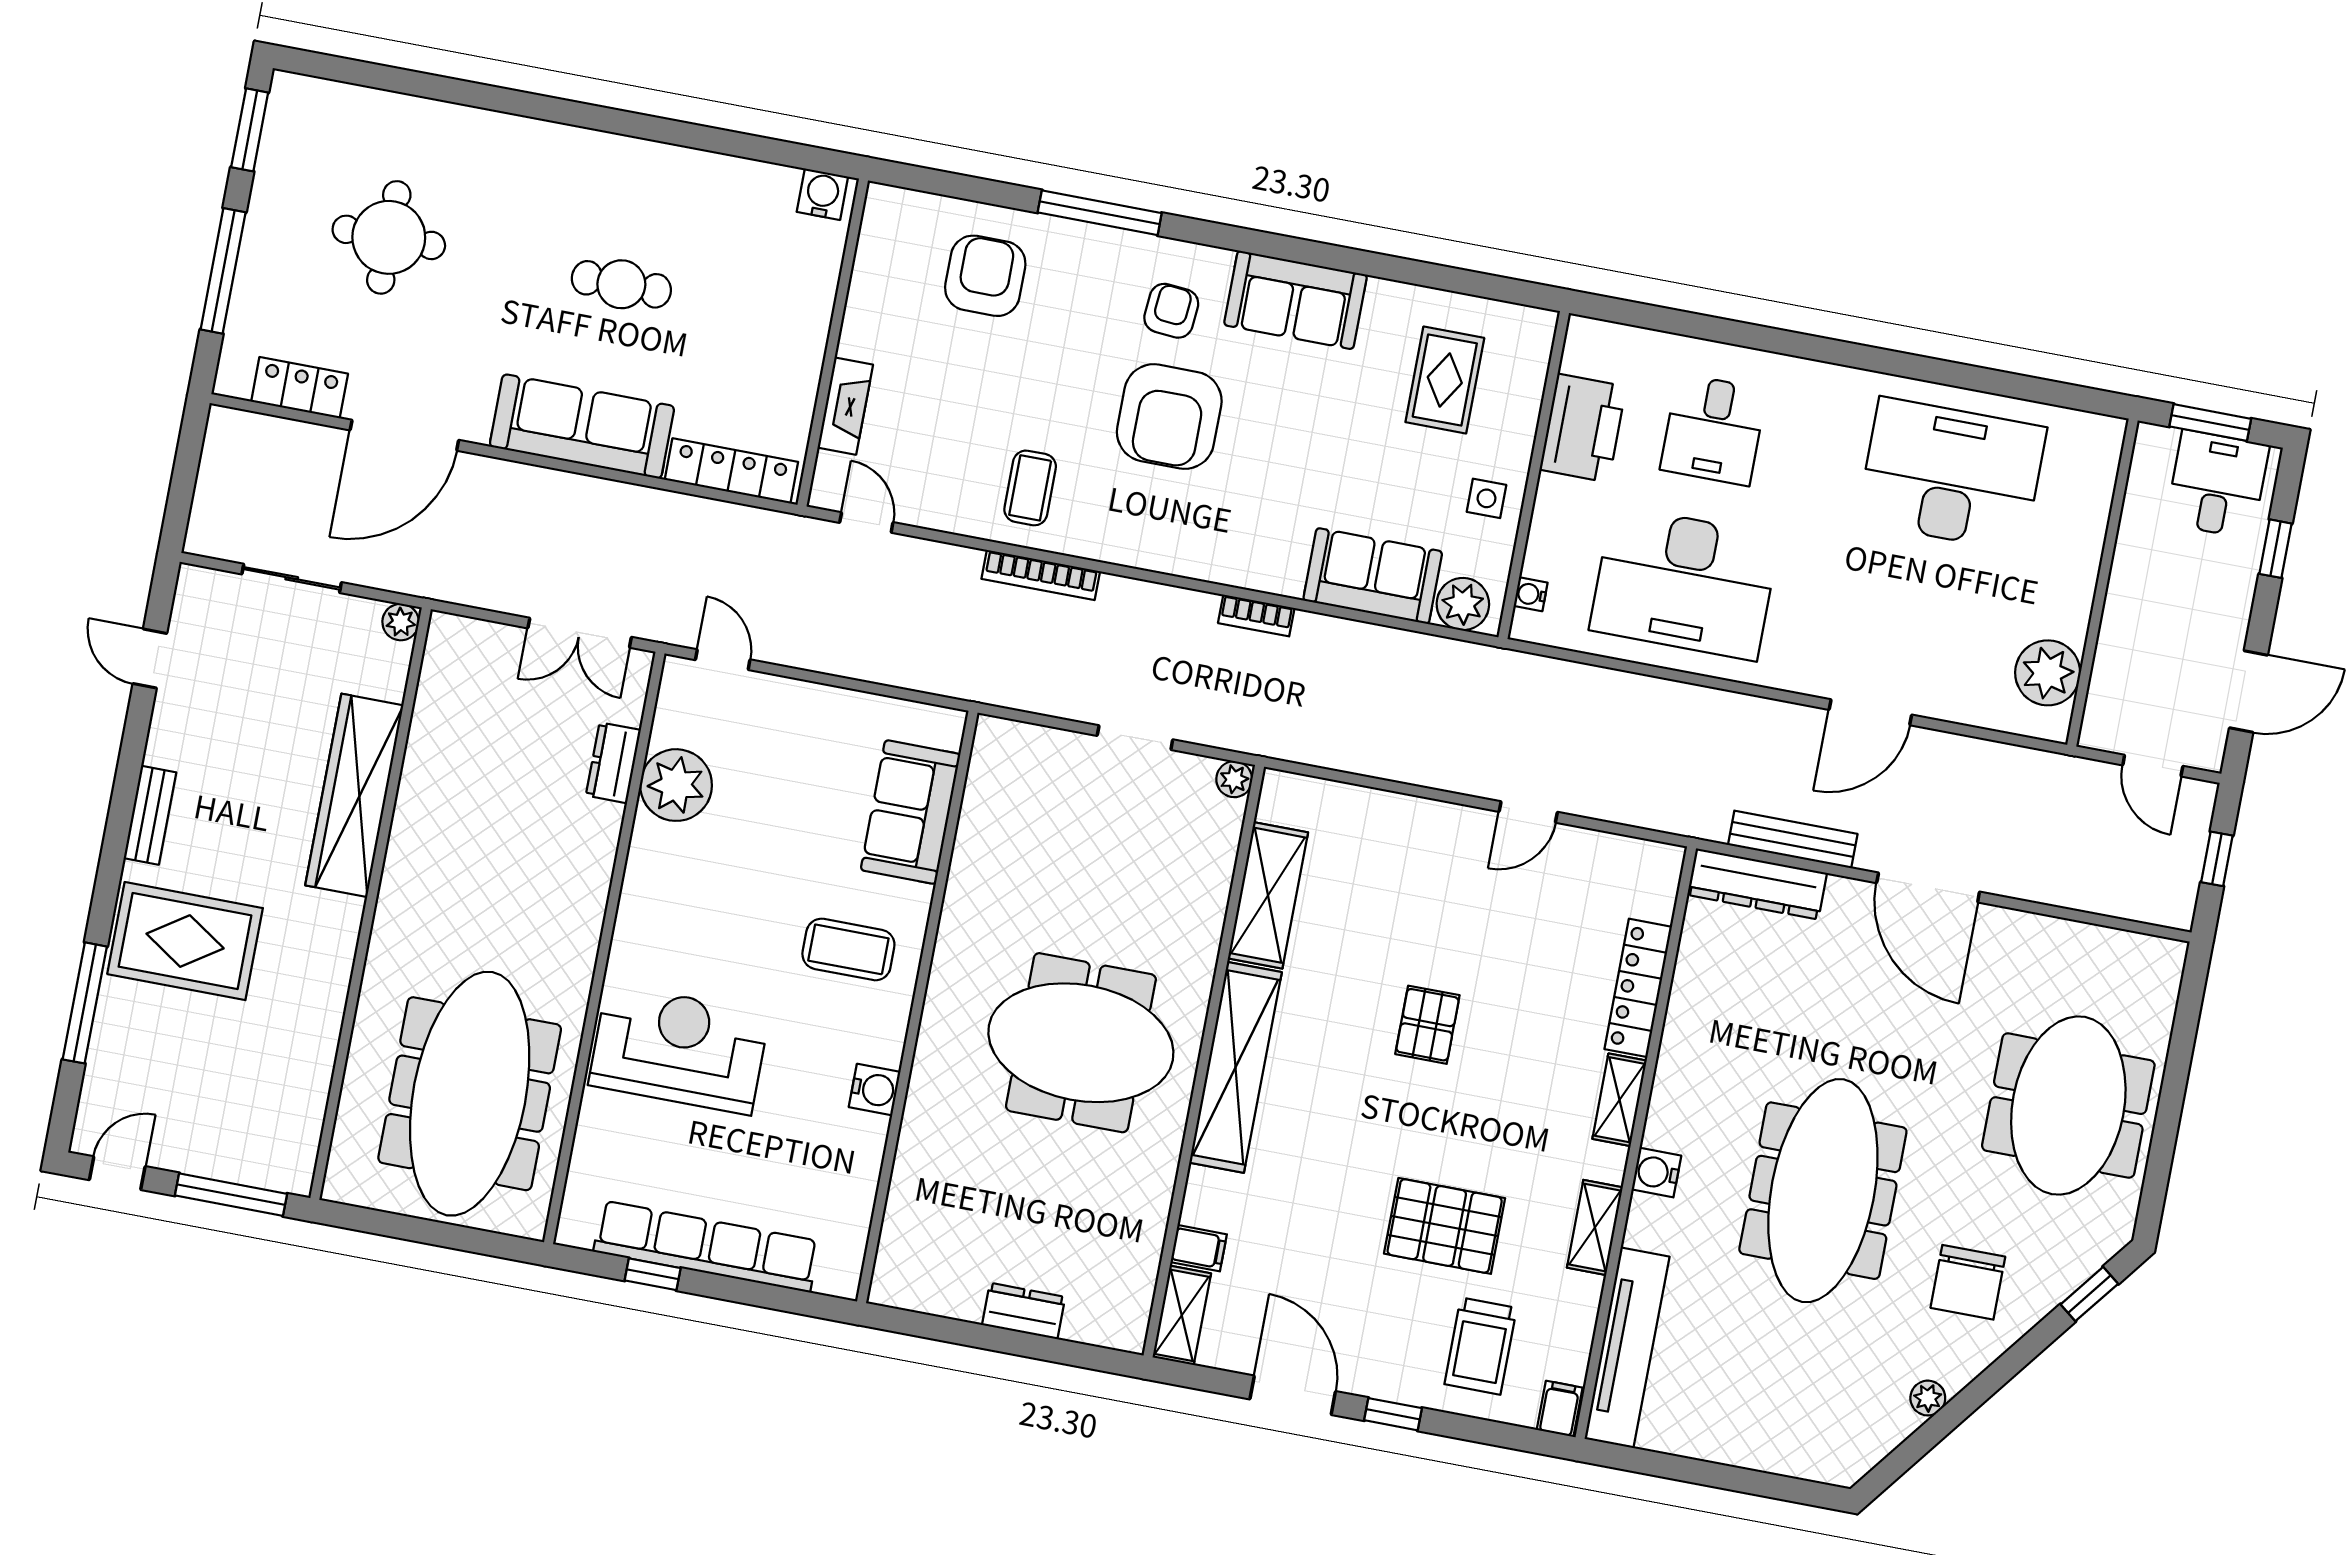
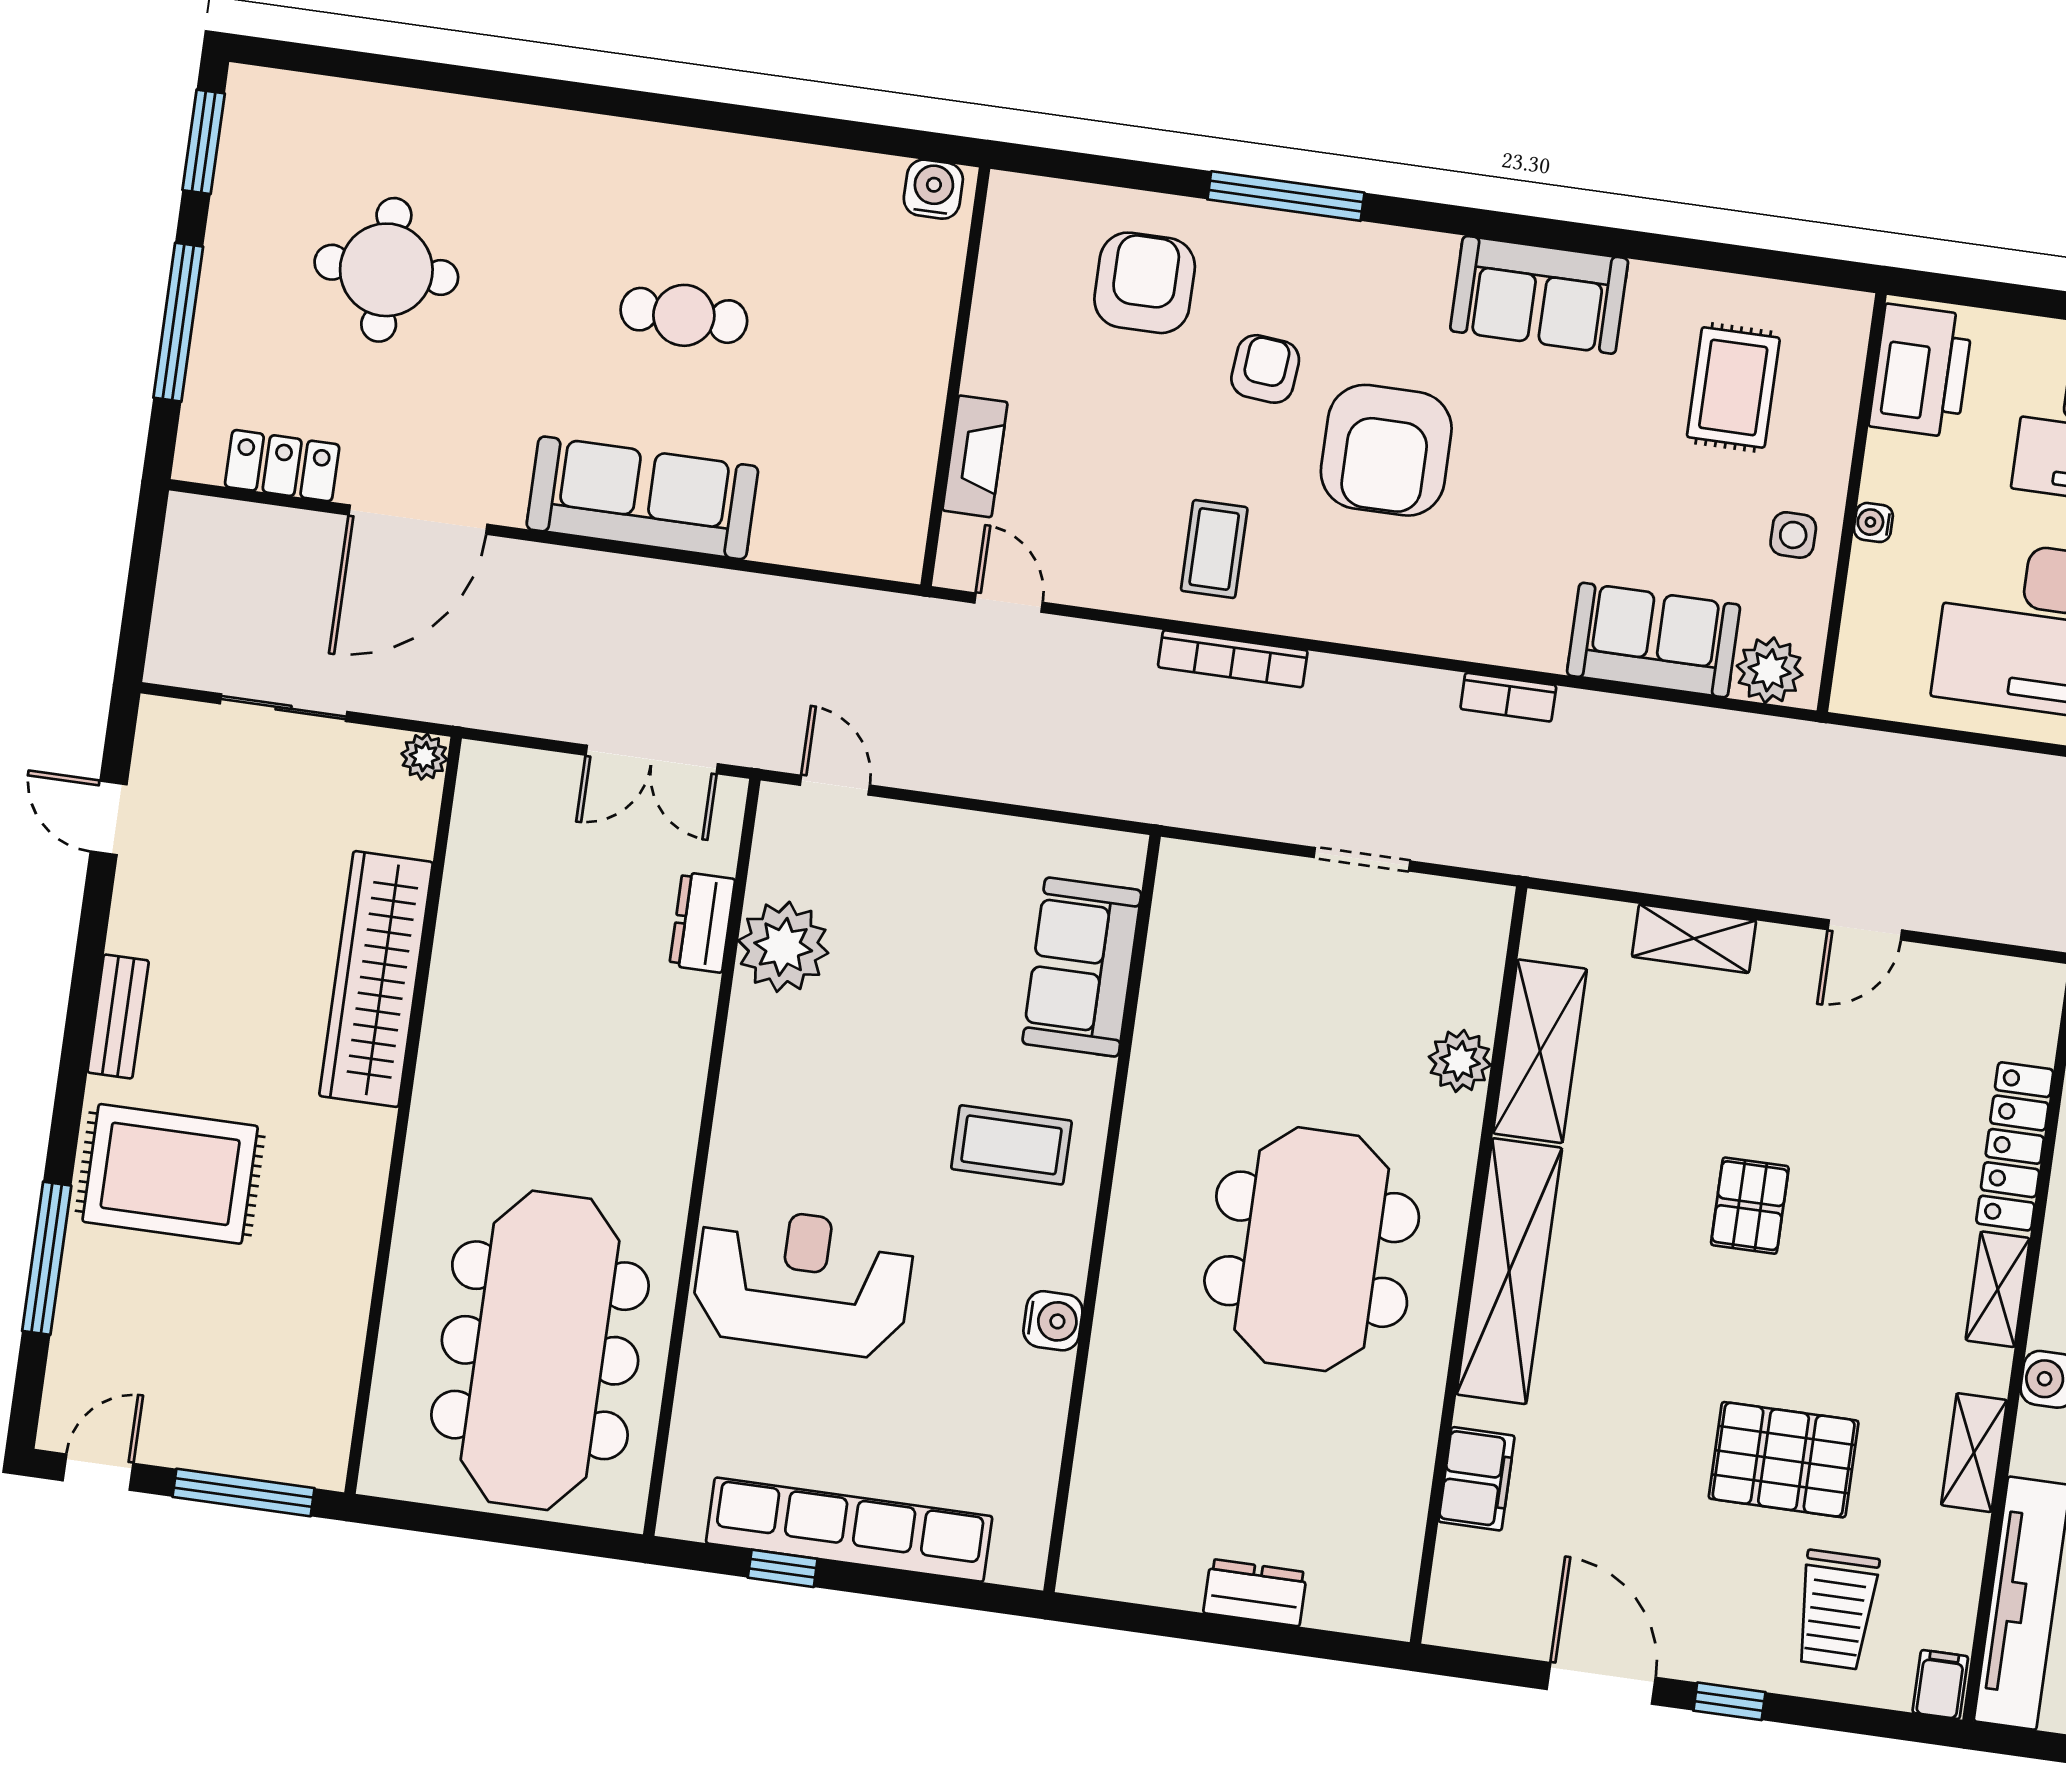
armchair: (1171, 311) -> (1265, 369), moved
printer: (1583, 428) -> (1921, 371), moved
locker: (731, 471) -> (834, 545), removed
water cooler: (1531, 594) -> (1873, 522), moved
plant: (1234, 779) -> (1460, 1061), moved, width x1.38, depth x1.38
meeting table: (1081, 1043) -> (1312, 1249), turned 90
filing cabinet: (1199, 1248) -> (1477, 1479), width x2.00
shelving: (1182, 1315) -> (1694, 939), moved, turned 90

